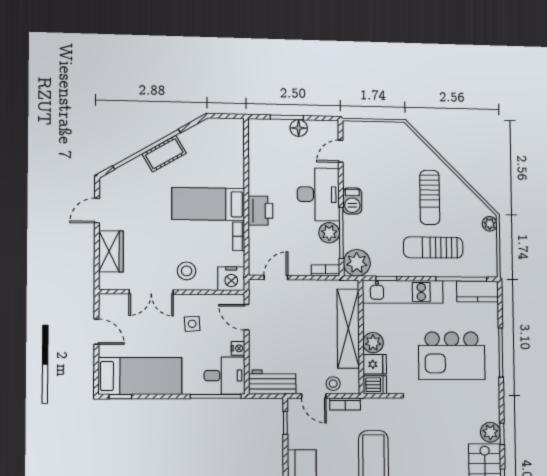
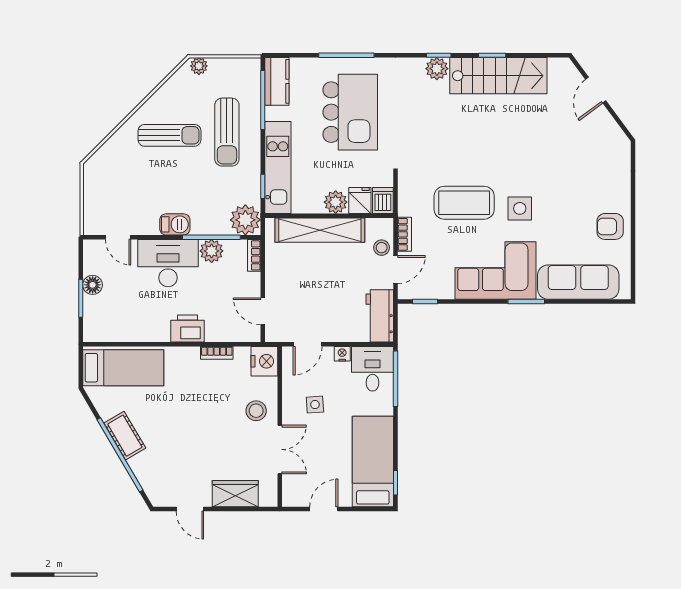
bed: (208, 204) -> (123, 368), moved, turned -90

